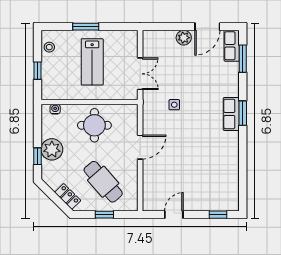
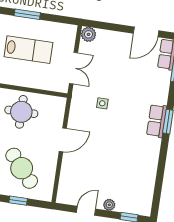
plant: (184, 38) -> (89, 34), moved
lab bench: (92, 62) -> (28, 50), turned -90
plant: (196, 205) -> (109, 205), added

